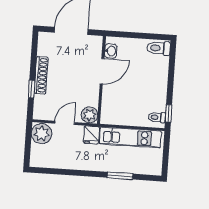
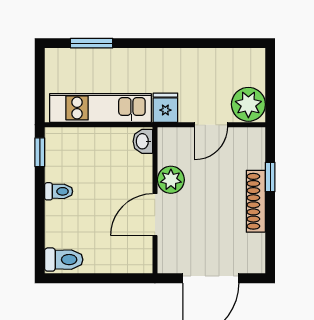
washbasin: (111, 51) -> (143, 141), moved
plant: (90, 115) -> (171, 180), moved
toilet: (157, 117) -> (59, 191), moved
window: (120, 176) -> (92, 43), moved

